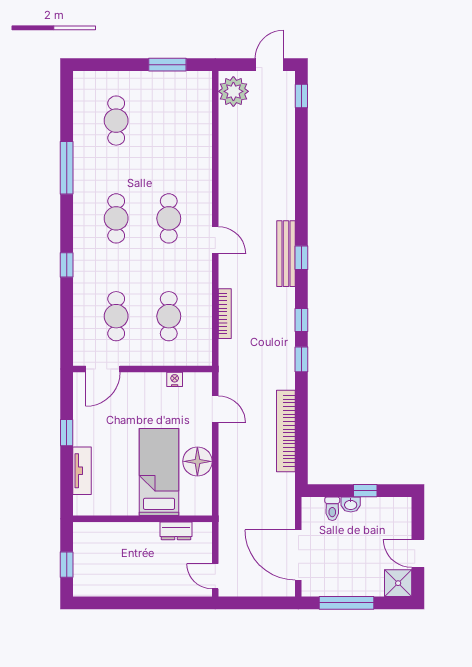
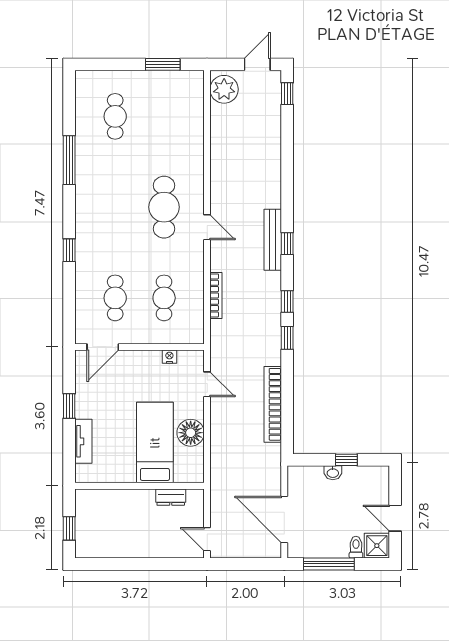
cafe table: (116, 218) -> (115, 207), removed
cafe table: (169, 218) -> (164, 207), width x1.37, depth x1.35
toilet: (332, 509) -> (356, 547), moved, turned 180

